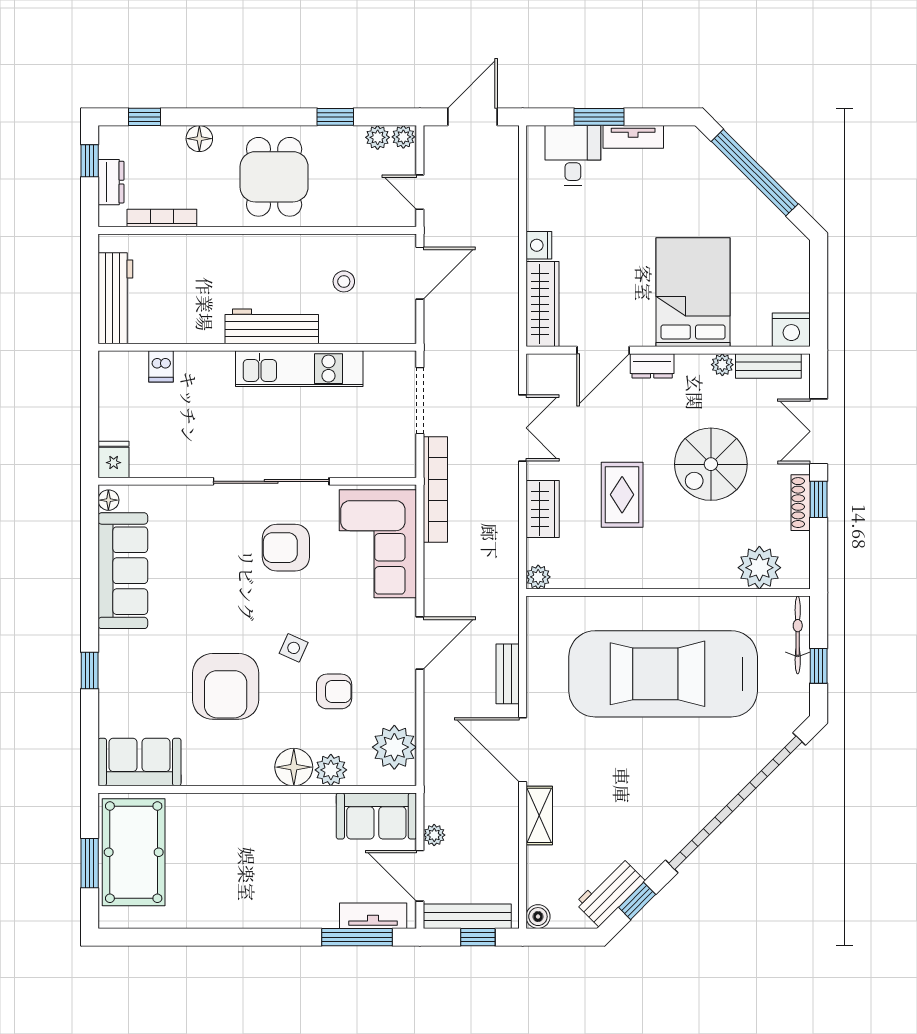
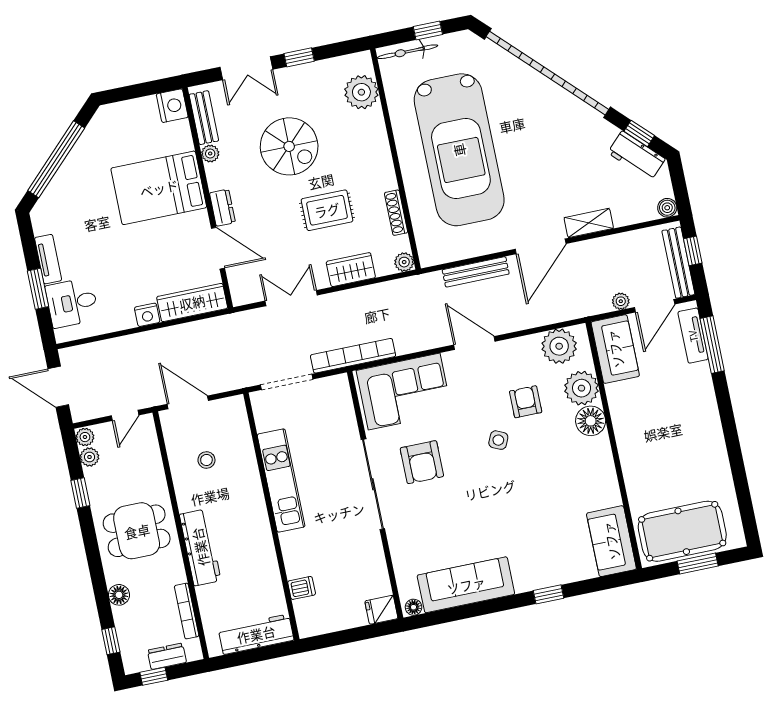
workbench: (272, 326) -> (200, 547), moved, turned 180
shoe rack: (801, 503) -> (396, 213), moved, turned 90
bench: (508, 674) -> (476, 272), width x1.36
armchair: (226, 686) -> (539, 487), removed
plant: (331, 770) -> (582, 388), width x1.36, depth x1.36

